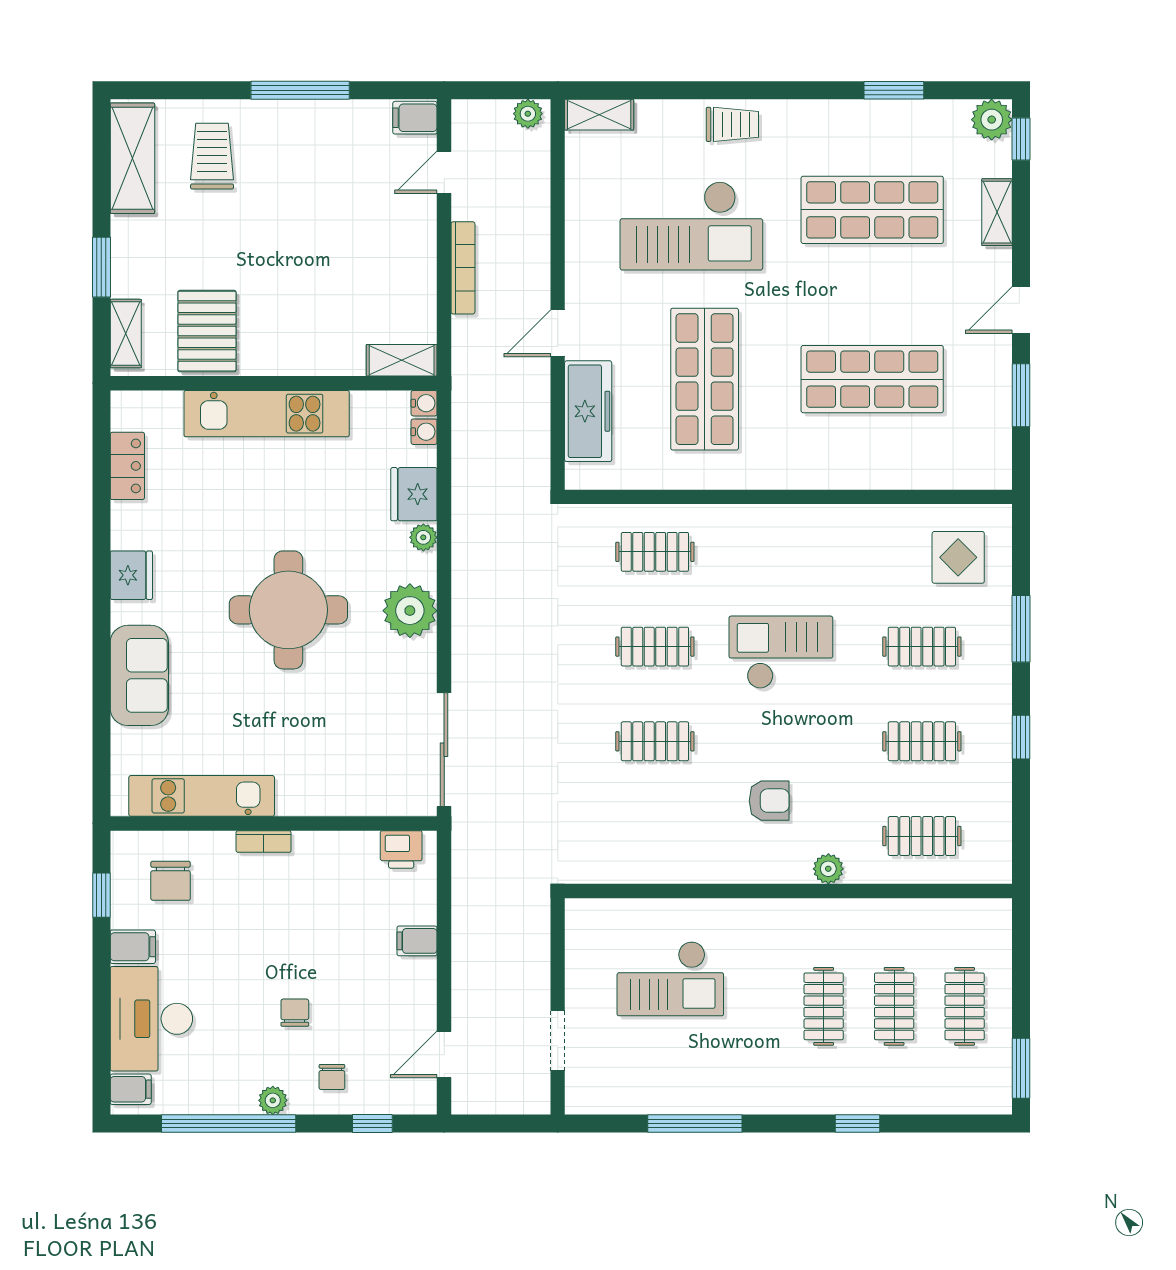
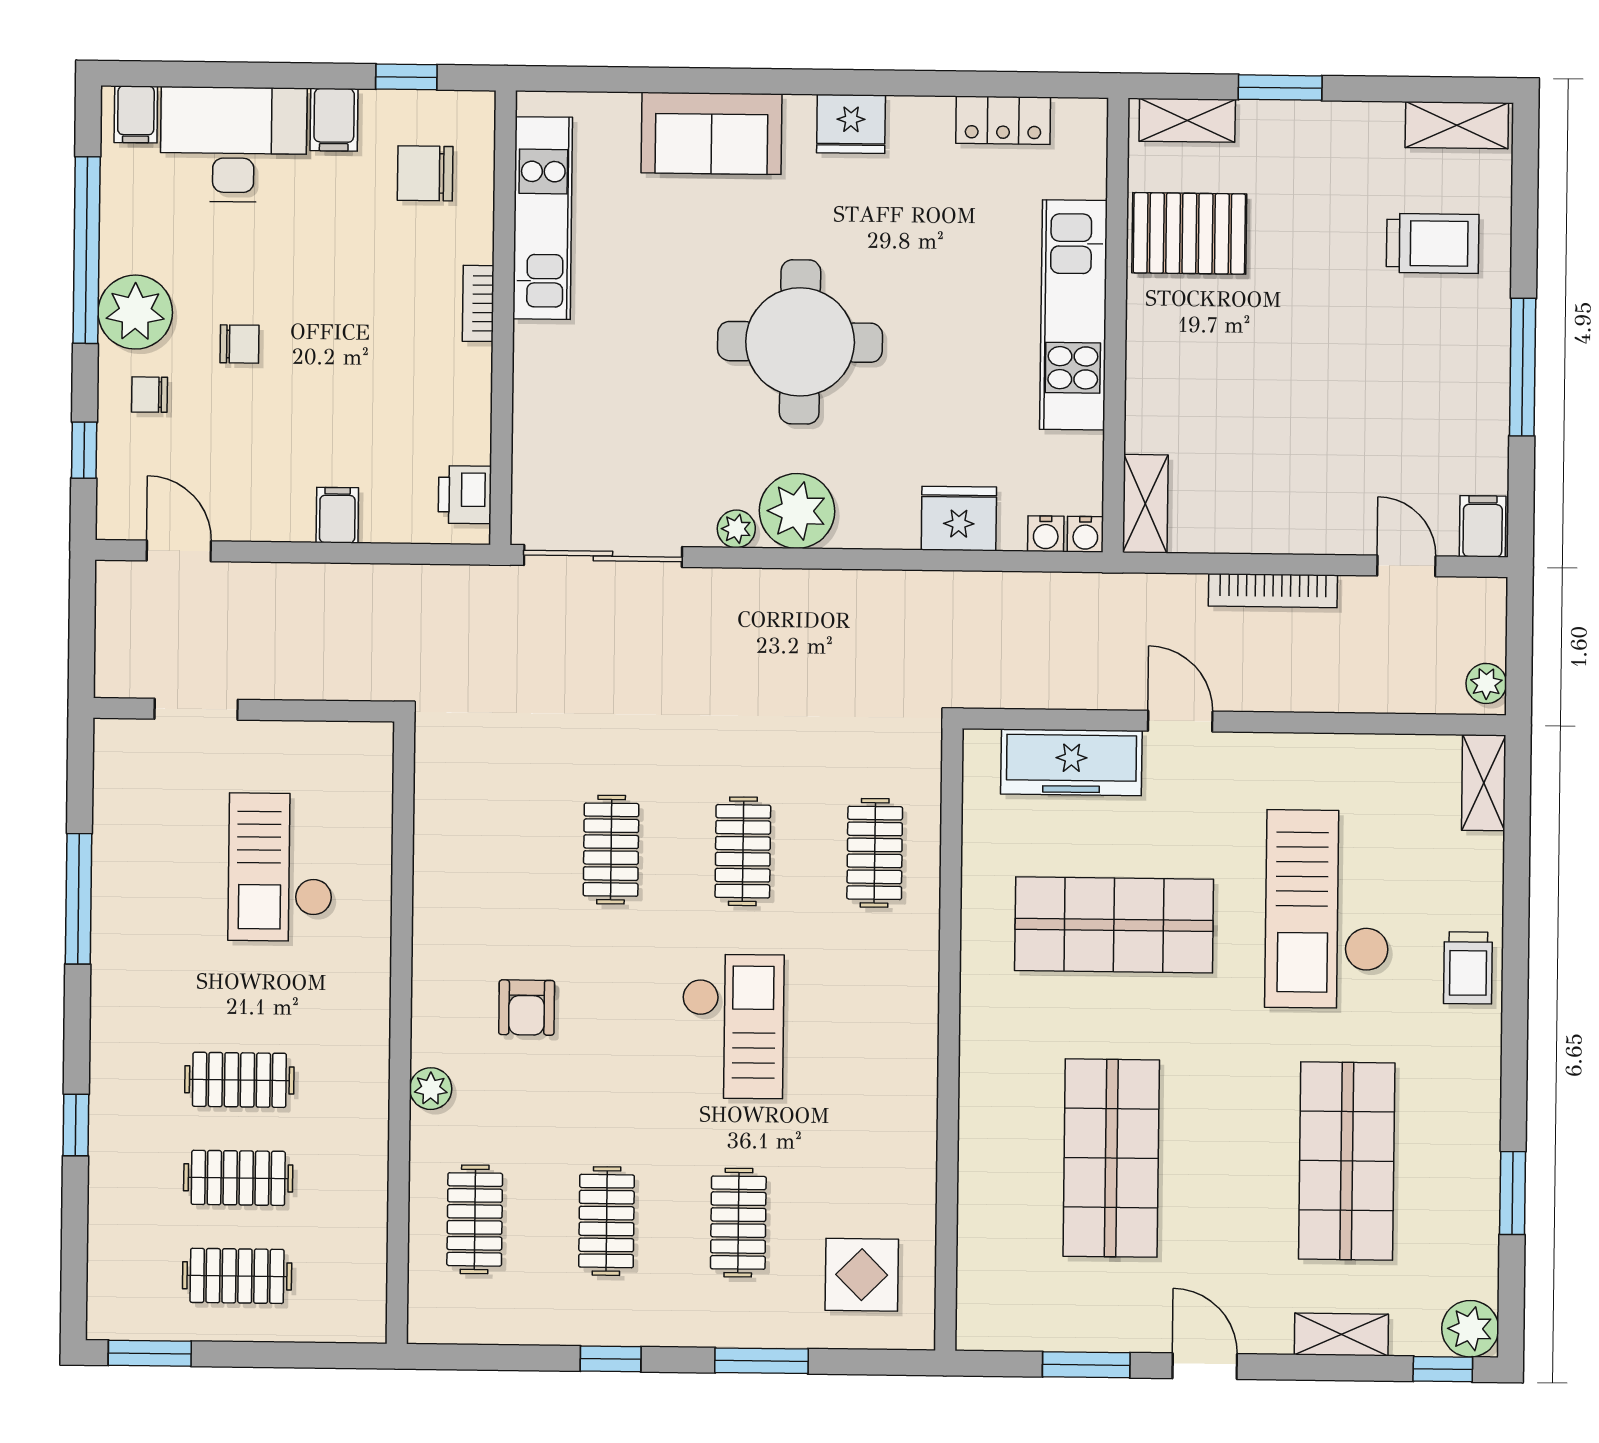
shelving: (132, 158) -> (1457, 125), width x0.67, depth x0.75
plant: (423, 537) -> (736, 529), moved
plant: (273, 1100) -> (135, 312), width x1.88, depth x1.88

